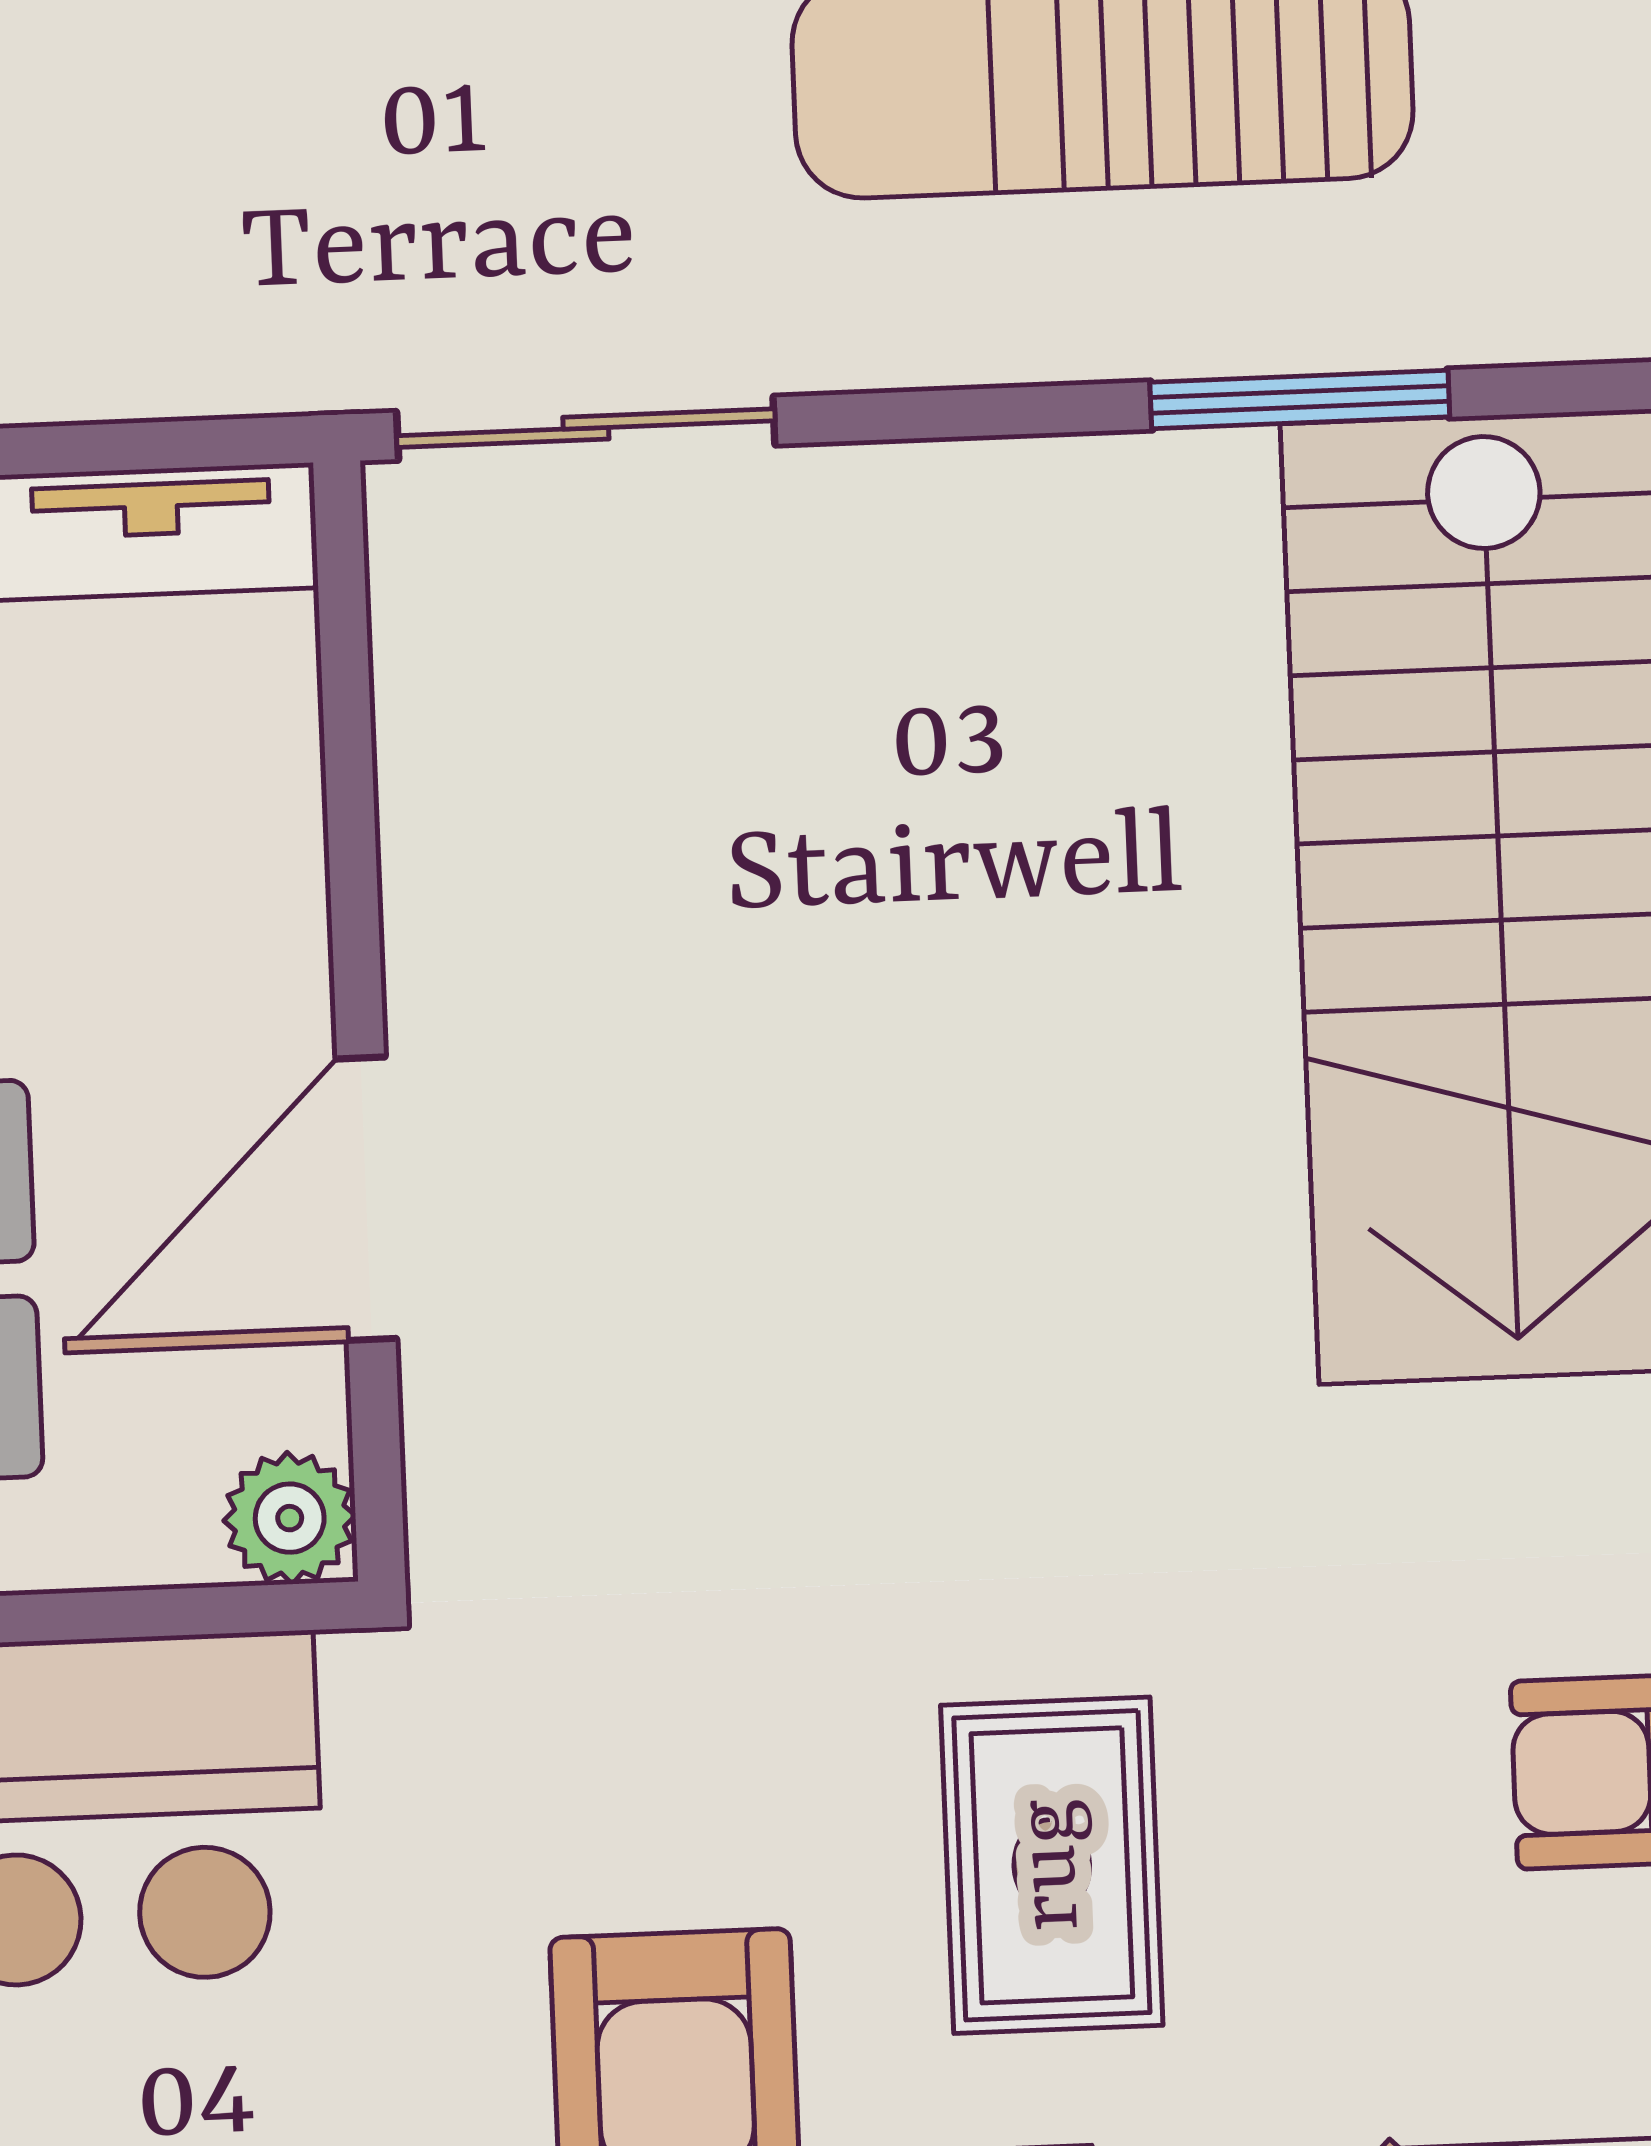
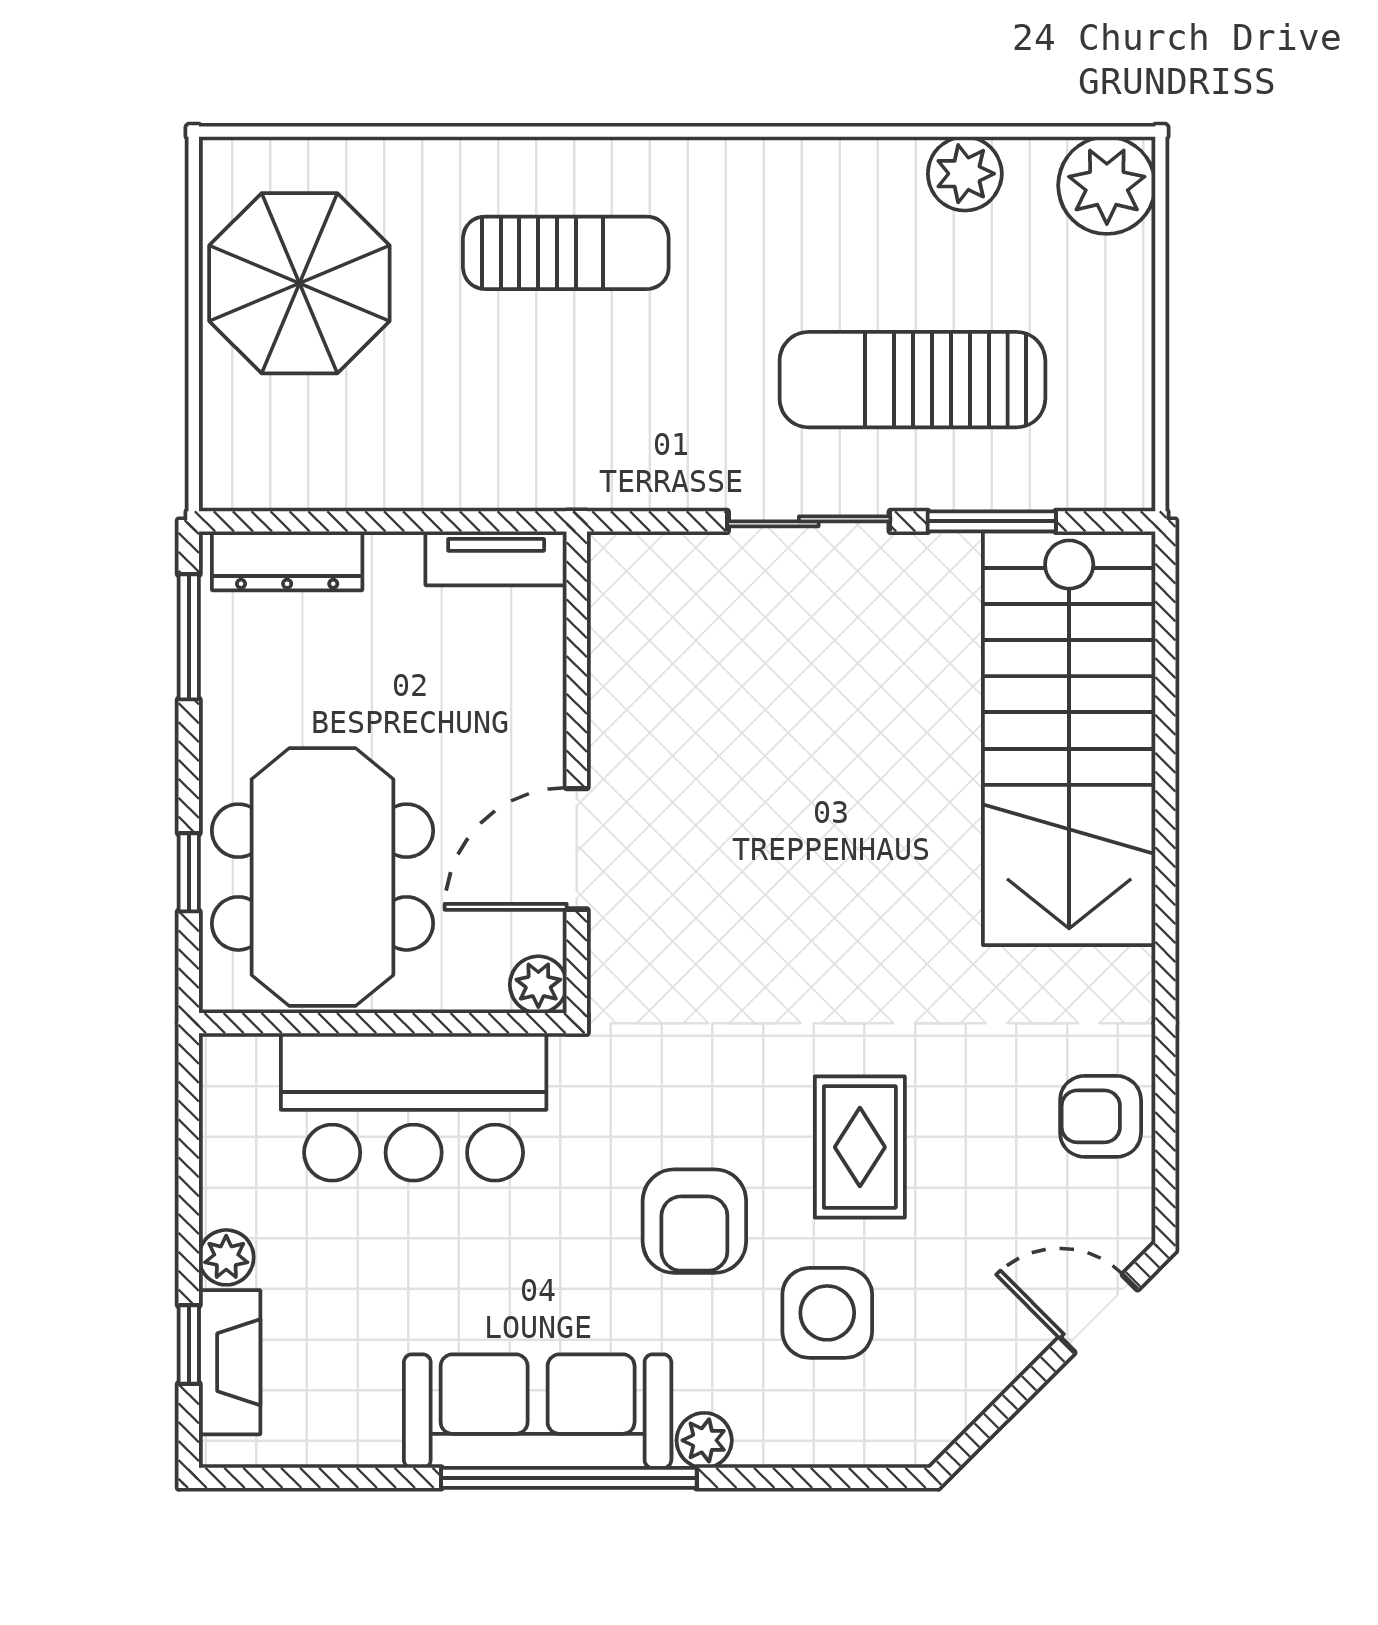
sliding door: (586, 428) -> (809, 521), moved

